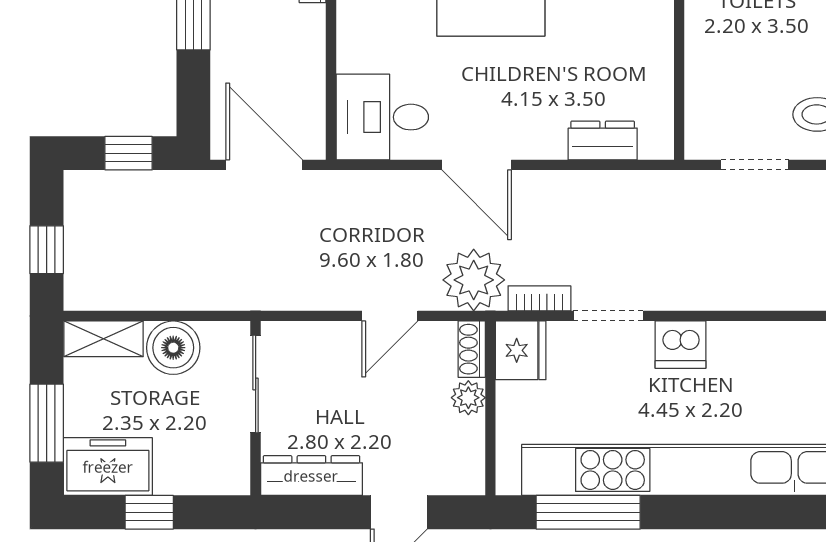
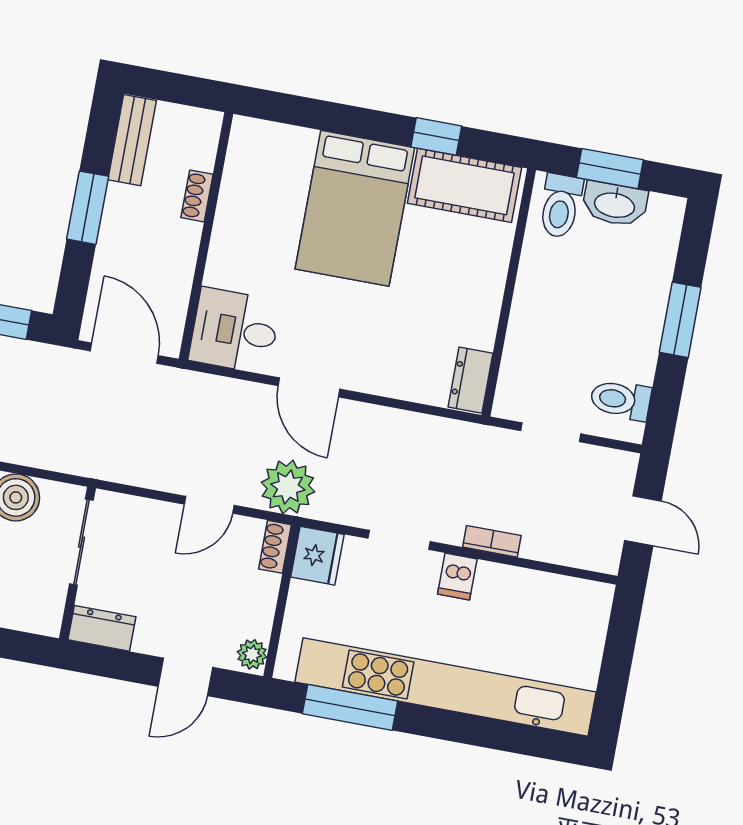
dresser: (603, 140) -> (470, 380), moved, turned -90
bookcase: (539, 298) -> (492, 541), moved
dishwasher: (681, 345) -> (457, 577), width x0.73
plant: (468, 398) -> (252, 654), moved
dresser: (311, 476) -> (102, 628), width x0.70

